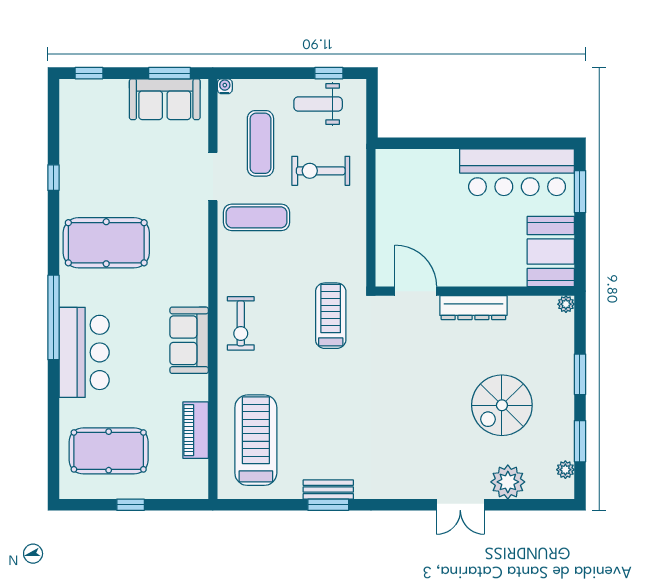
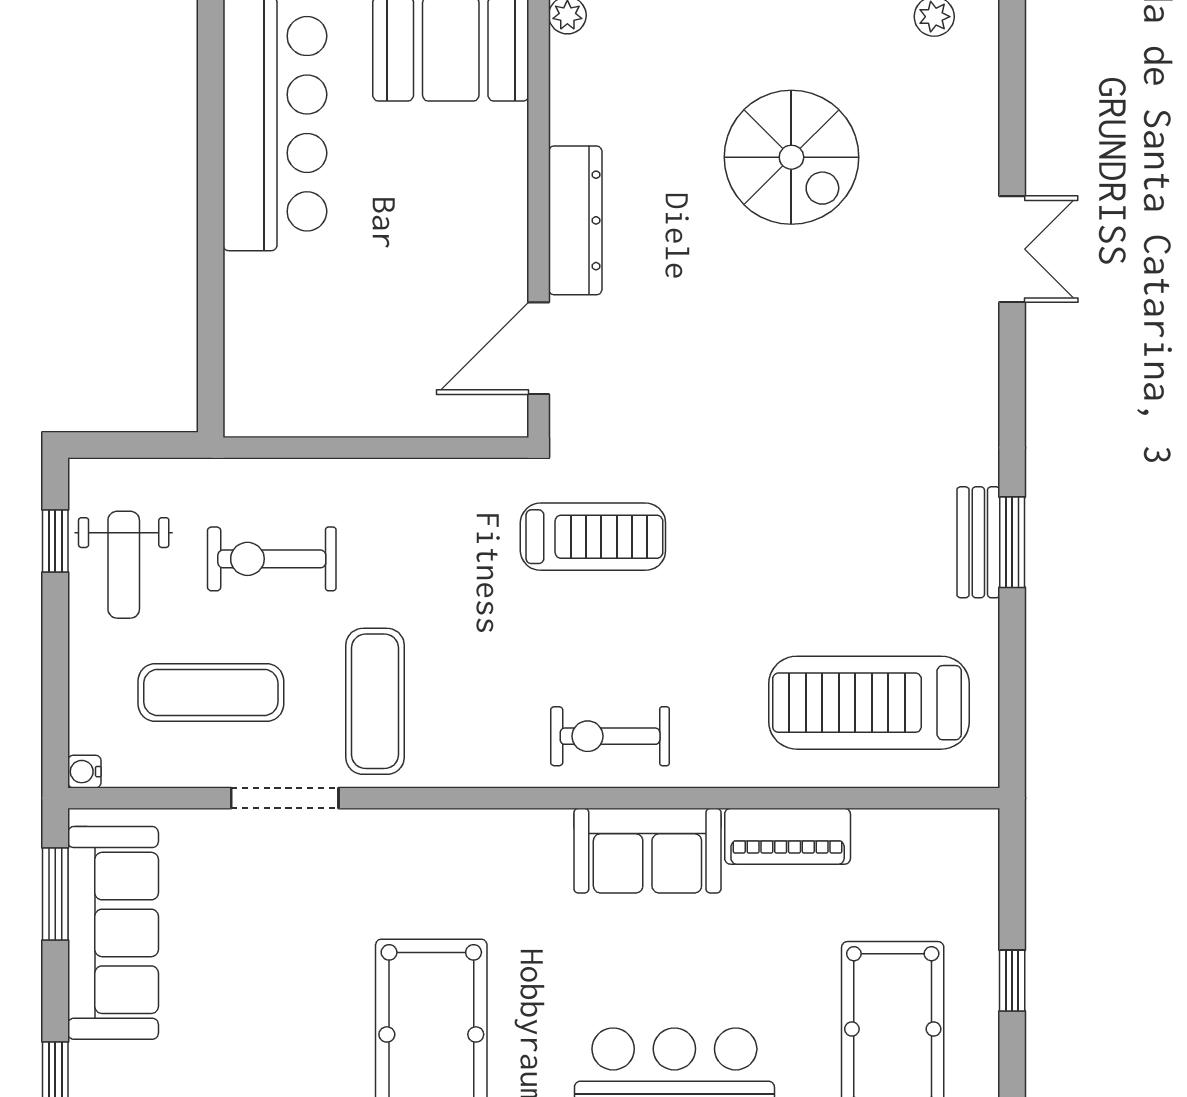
sofa: (165, 99) -> (113, 933), width x1.36
exercise bike: (321, 171) -> (272, 559), turned 90
treadmill: (331, 316) -> (593, 537), turned 180
exercise bike: (241, 323) -> (610, 736), turned 180
piano: (196, 430) -> (788, 836), moved
plant: (508, 482) -> (962, 144), removed

